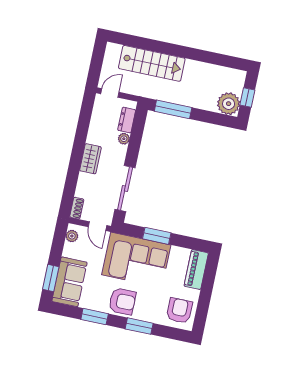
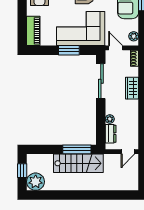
stairs: (152, 63) -> (78, 163), moved, turned 180
plant: (229, 104) -> (36, 182), moved
wardrobe: (90, 159) -> (132, 88), moved

